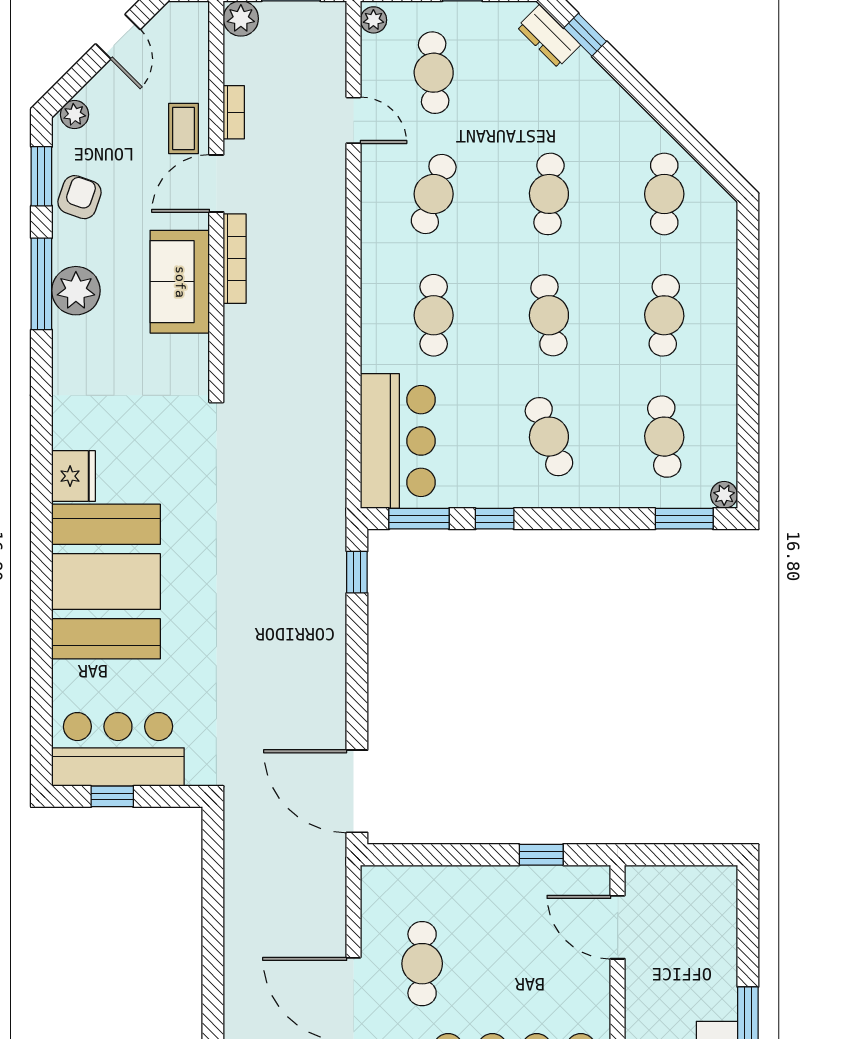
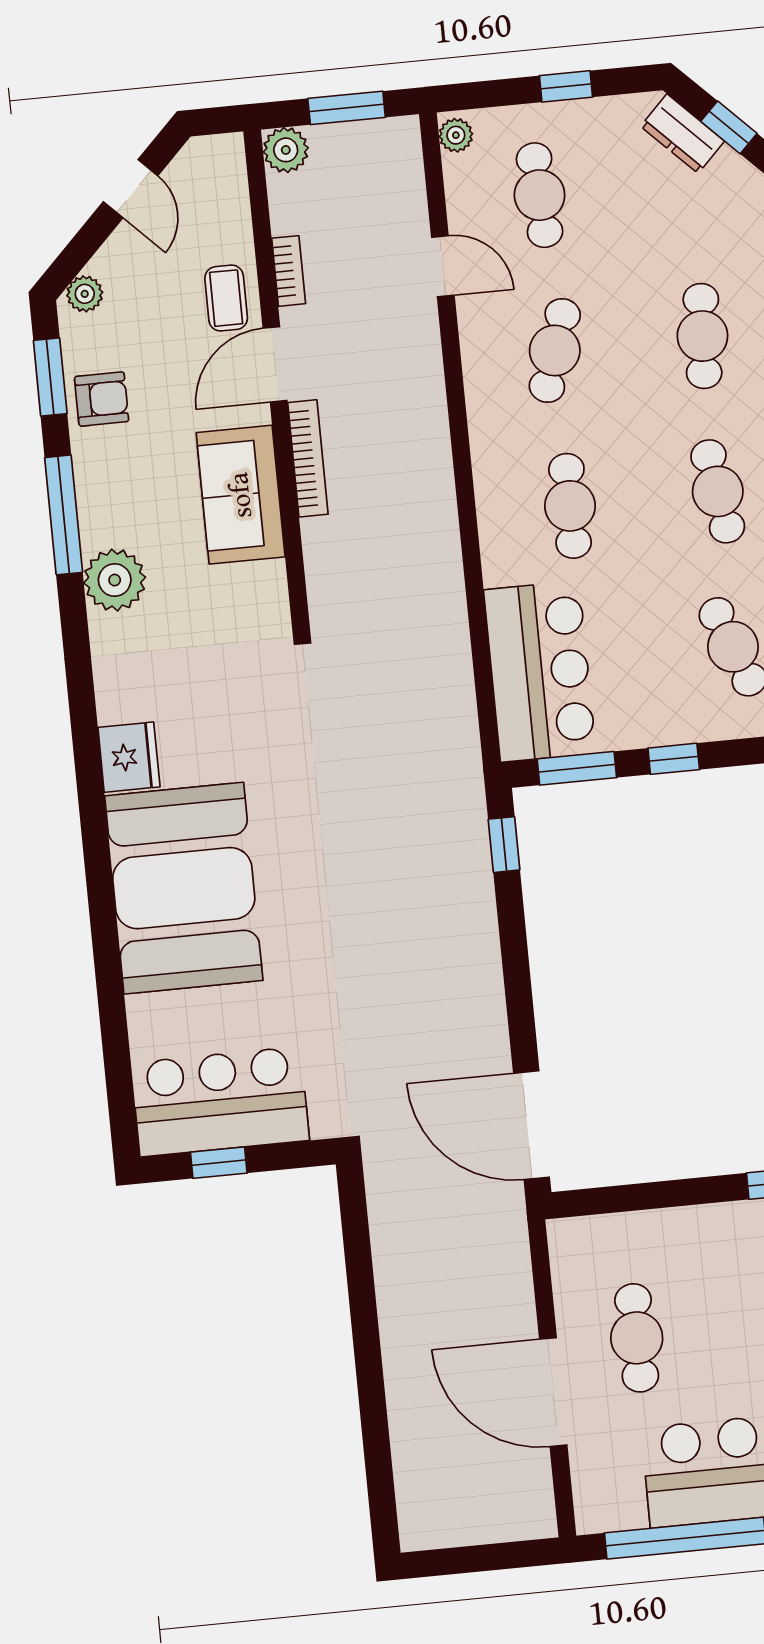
armchair: (80, 197) -> (102, 399), turned 71
plant: (76, 291) -> (115, 580), moved

